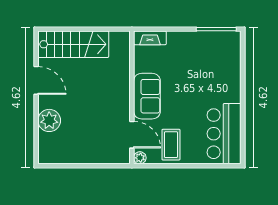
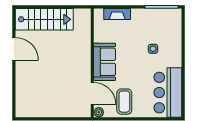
fireplace: (150, 38) -> (117, 14), moved
side table: (206, 80) -> (153, 49), added
plant: (49, 120) -> (25, 82), removed

